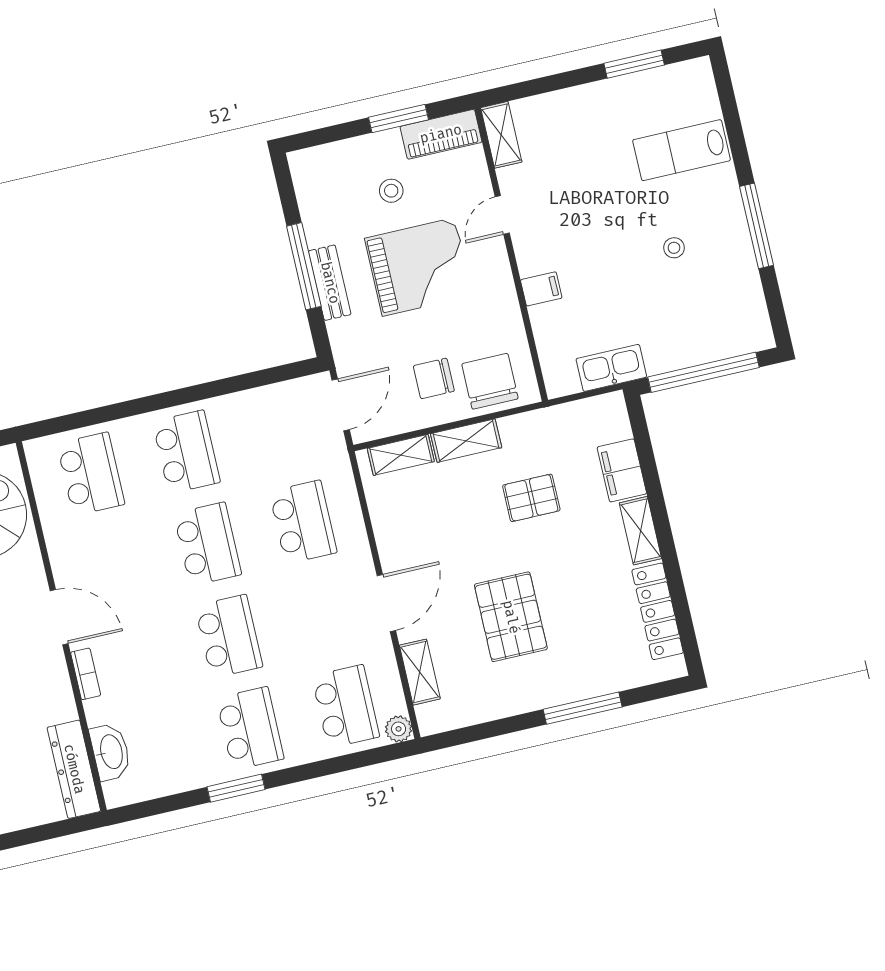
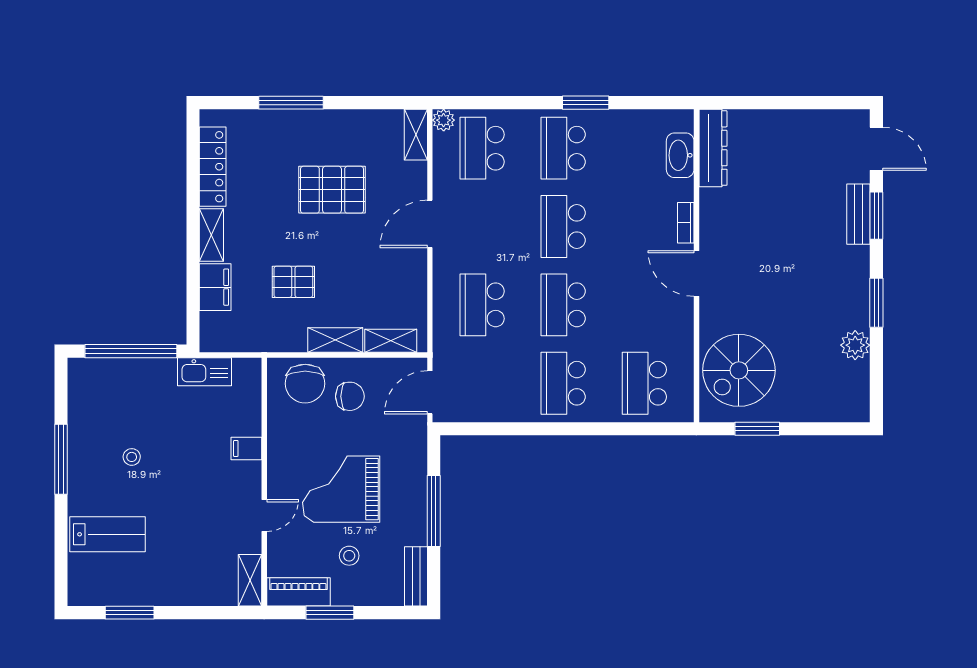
bench: (330, 283) -> (416, 576), moved
pallet: (511, 617) -> (332, 190), turned 90
shelving: (420, 672) -> (416, 135), moved

